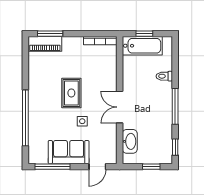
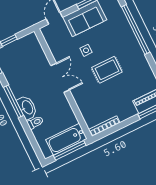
window: (144, 34) -> (70, 150), width x2.17
rug: (71, 93) -> (107, 70), turned 90
washbasin: (130, 141) -> (27, 107), moved, turned 180

